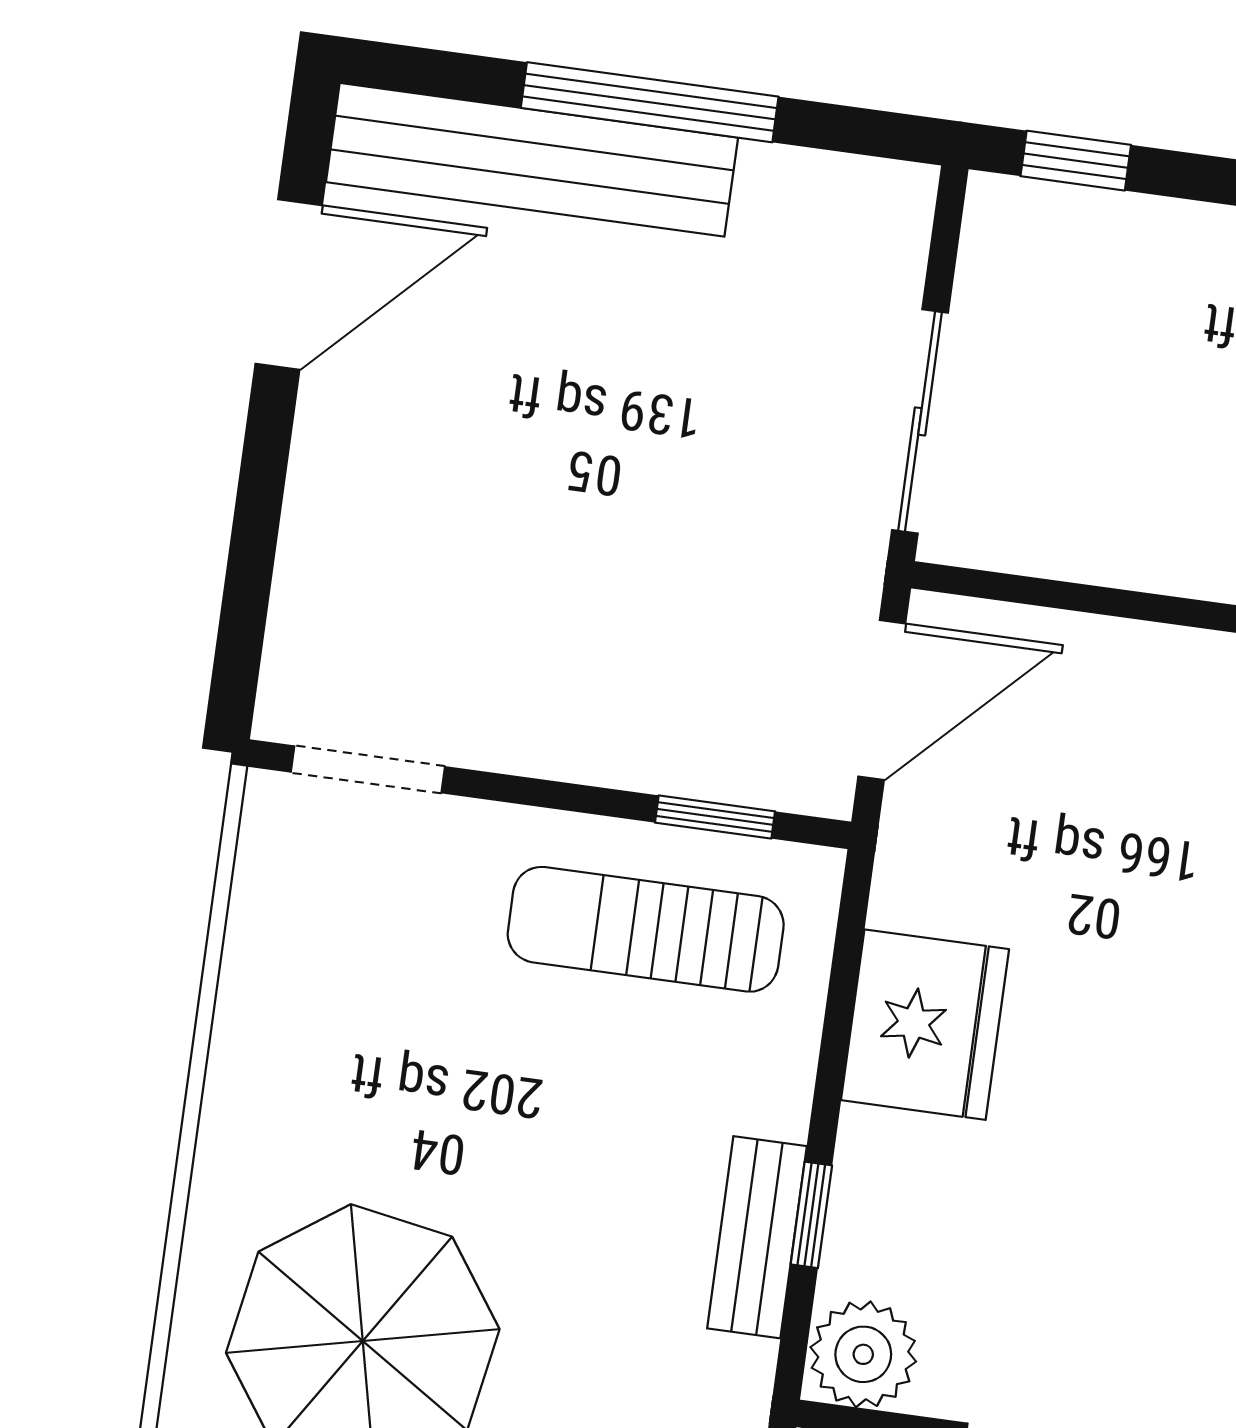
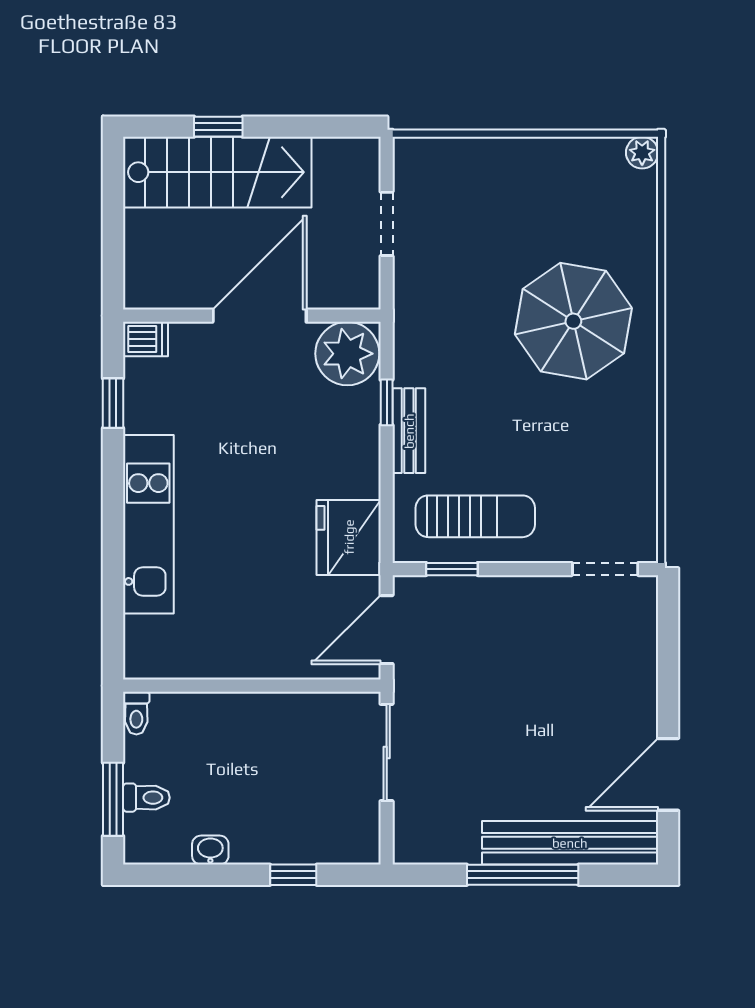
window: (1076, 161) -> (293, 875), moved
fridge: (925, 1025) -> (349, 537), moved
bench: (757, 1237) -> (409, 431), moved
plant: (863, 1354) -> (347, 354), width x1.36, depth x1.36

